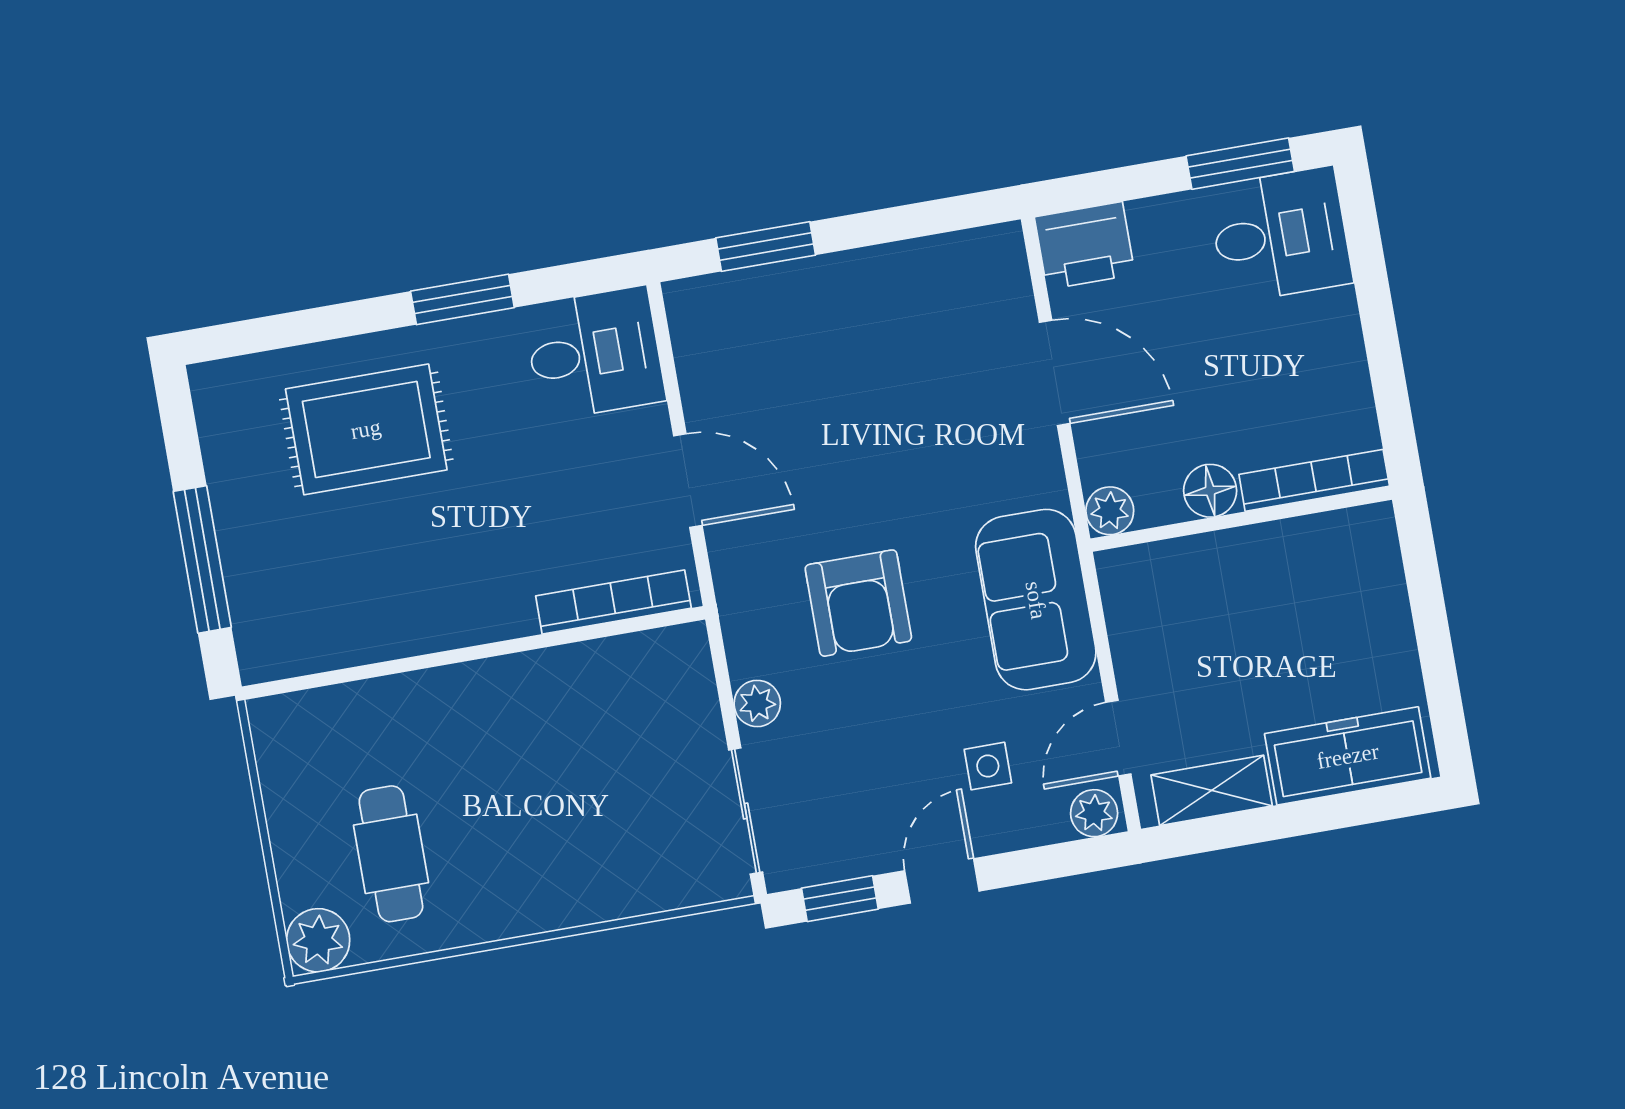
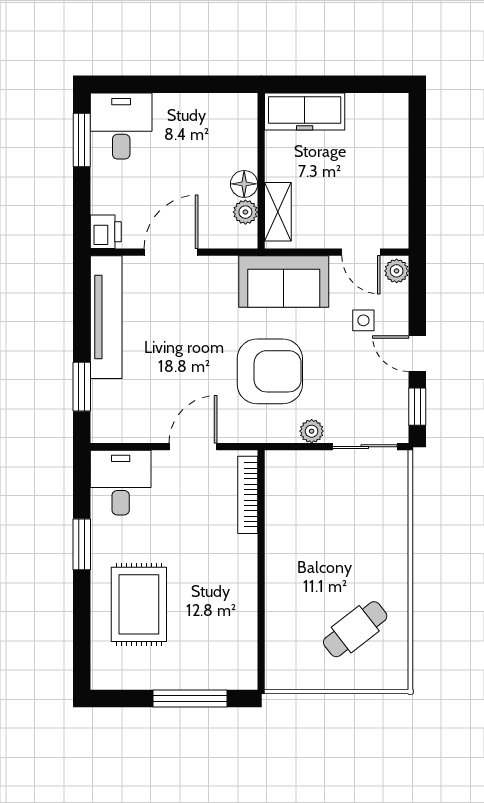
printer: (1085, 246) -> (106, 232), width x0.73, depth x0.81
tv unit: (908, 270) -> (106, 317), added
bookcase: (1314, 480) -> (248, 131), removed
plant: (1110, 511) -> (245, 212), moved
armchair: (858, 603) -> (270, 371), width x1.36, depth x1.36
freezer: (1348, 756) -> (305, 112), moved, turned -90
shelving: (1212, 790) -> (278, 212), moved
cafe table: (391, 854) -> (355, 629), turned -38
plant: (318, 940) -> (392, 674), removed

